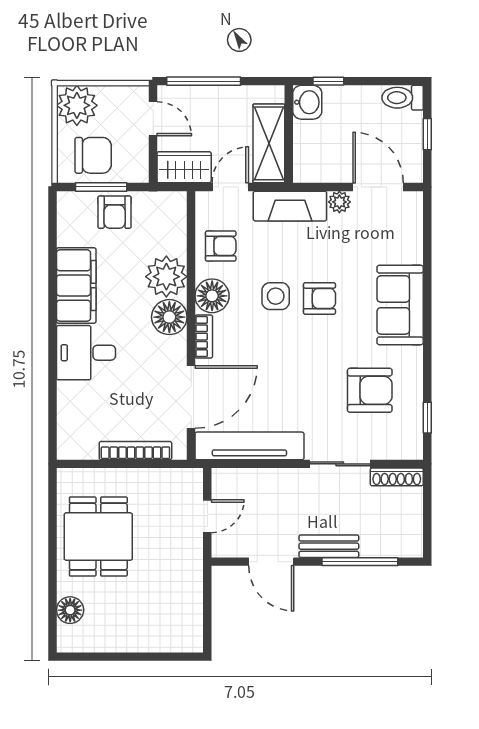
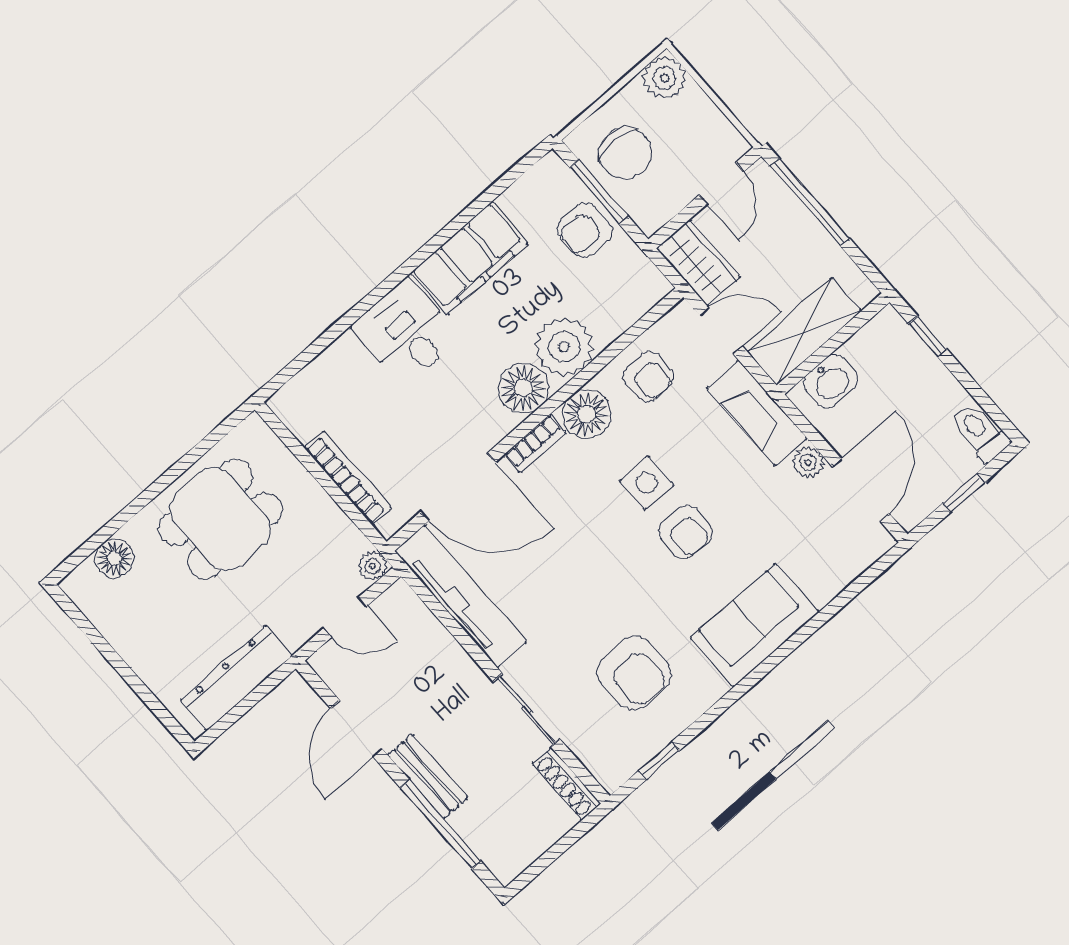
washbasin: (307, 102) -> (831, 381), moved
plant: (77, 105) -> (664, 78), width x0.73, depth x0.73
plant: (193, 478) -> (373, 566), added
dresser: (189, 601) -> (236, 678), added

